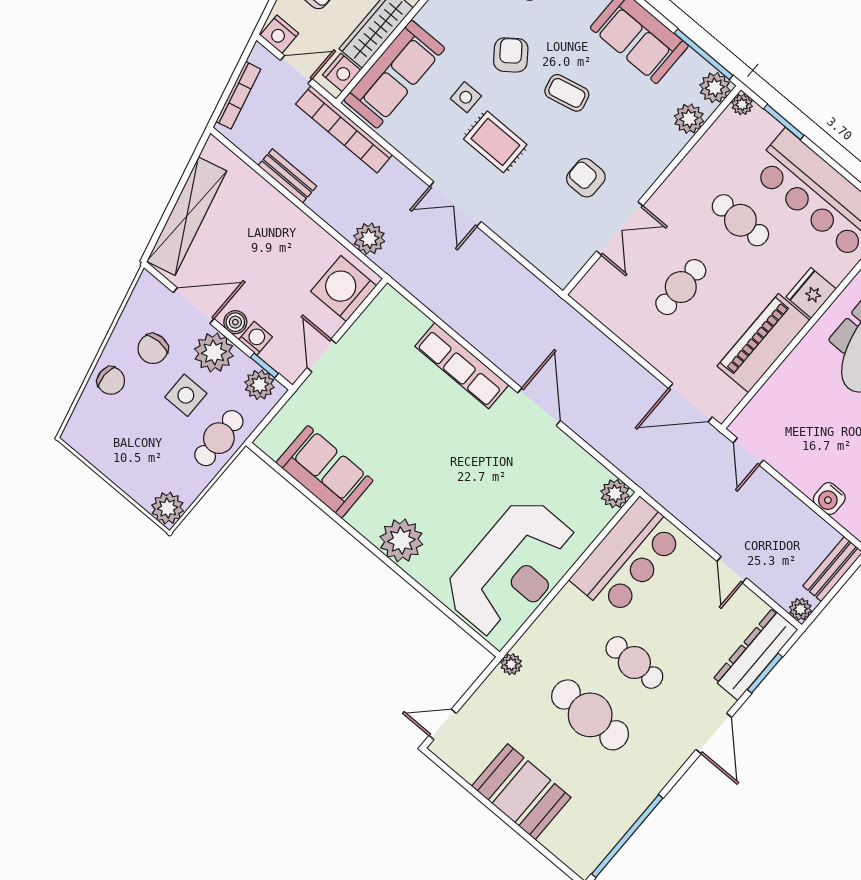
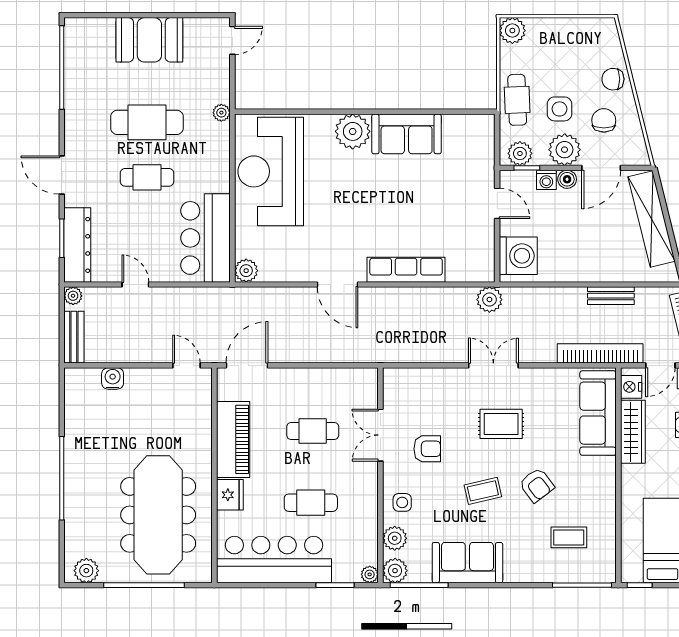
side table: (466, 97) -> (402, 502), moved
plant: (369, 239) -> (489, 300), moved
cafe table: (681, 287) -> (313, 431), turned 90
sofa: (325, 472) -> (407, 134), moved

